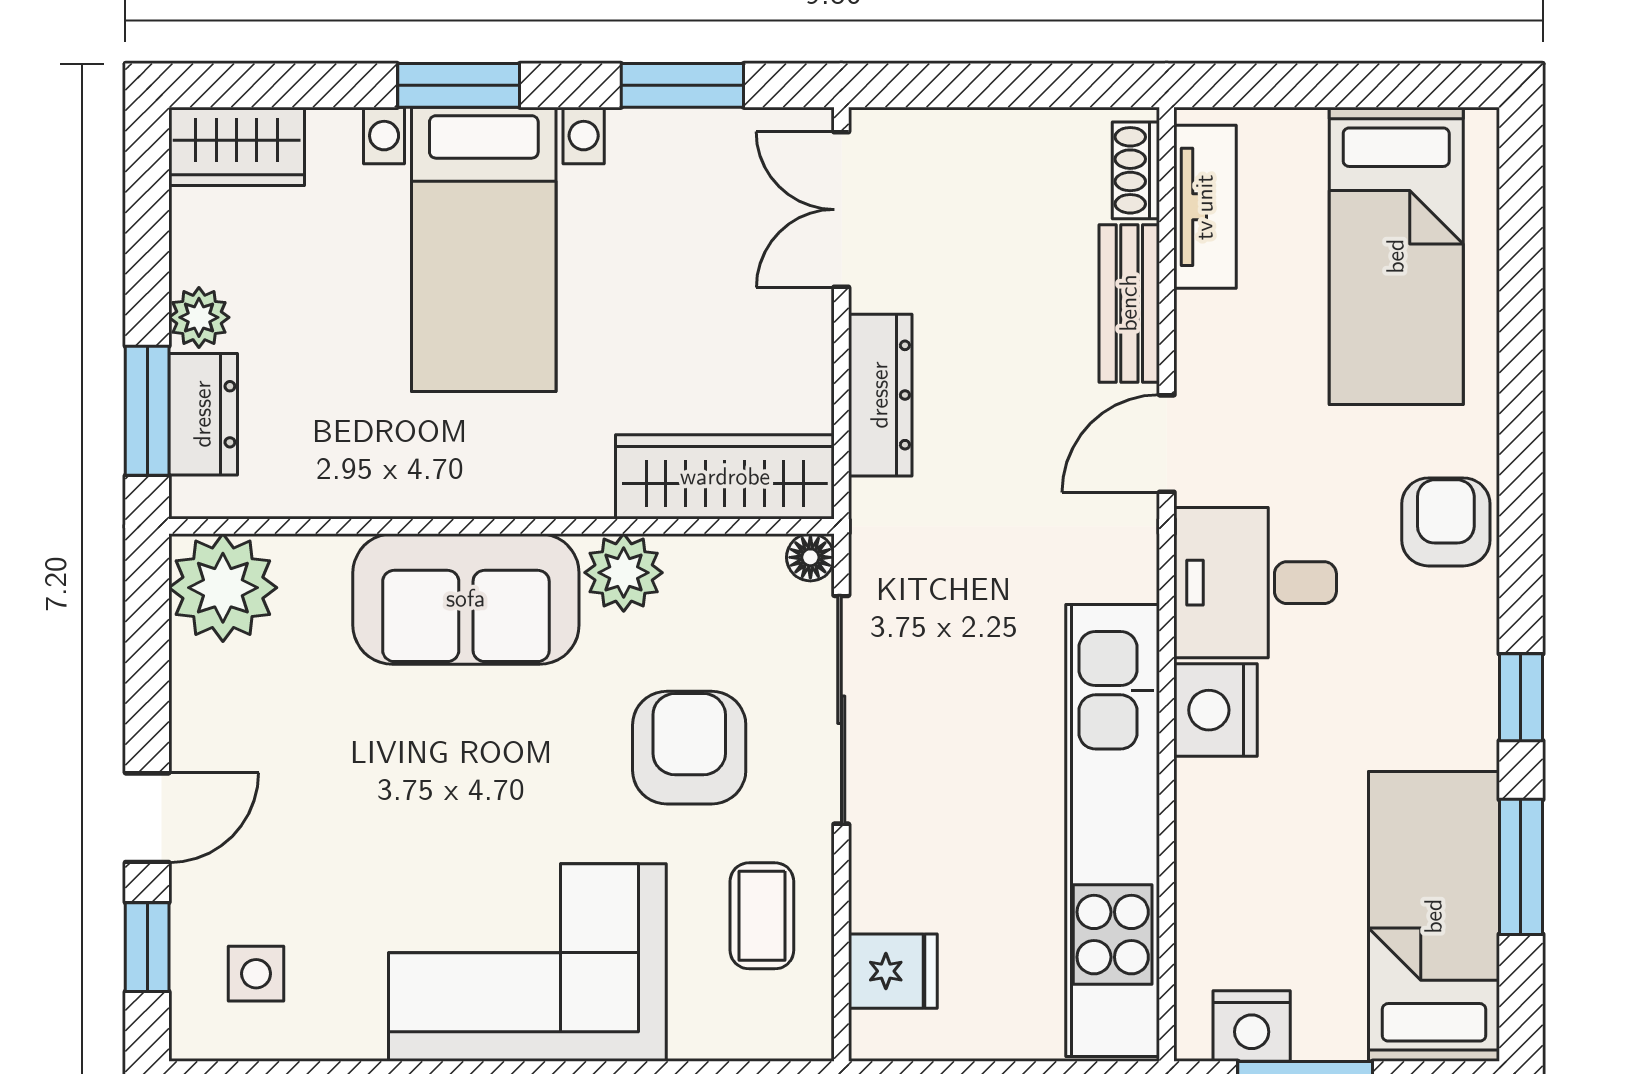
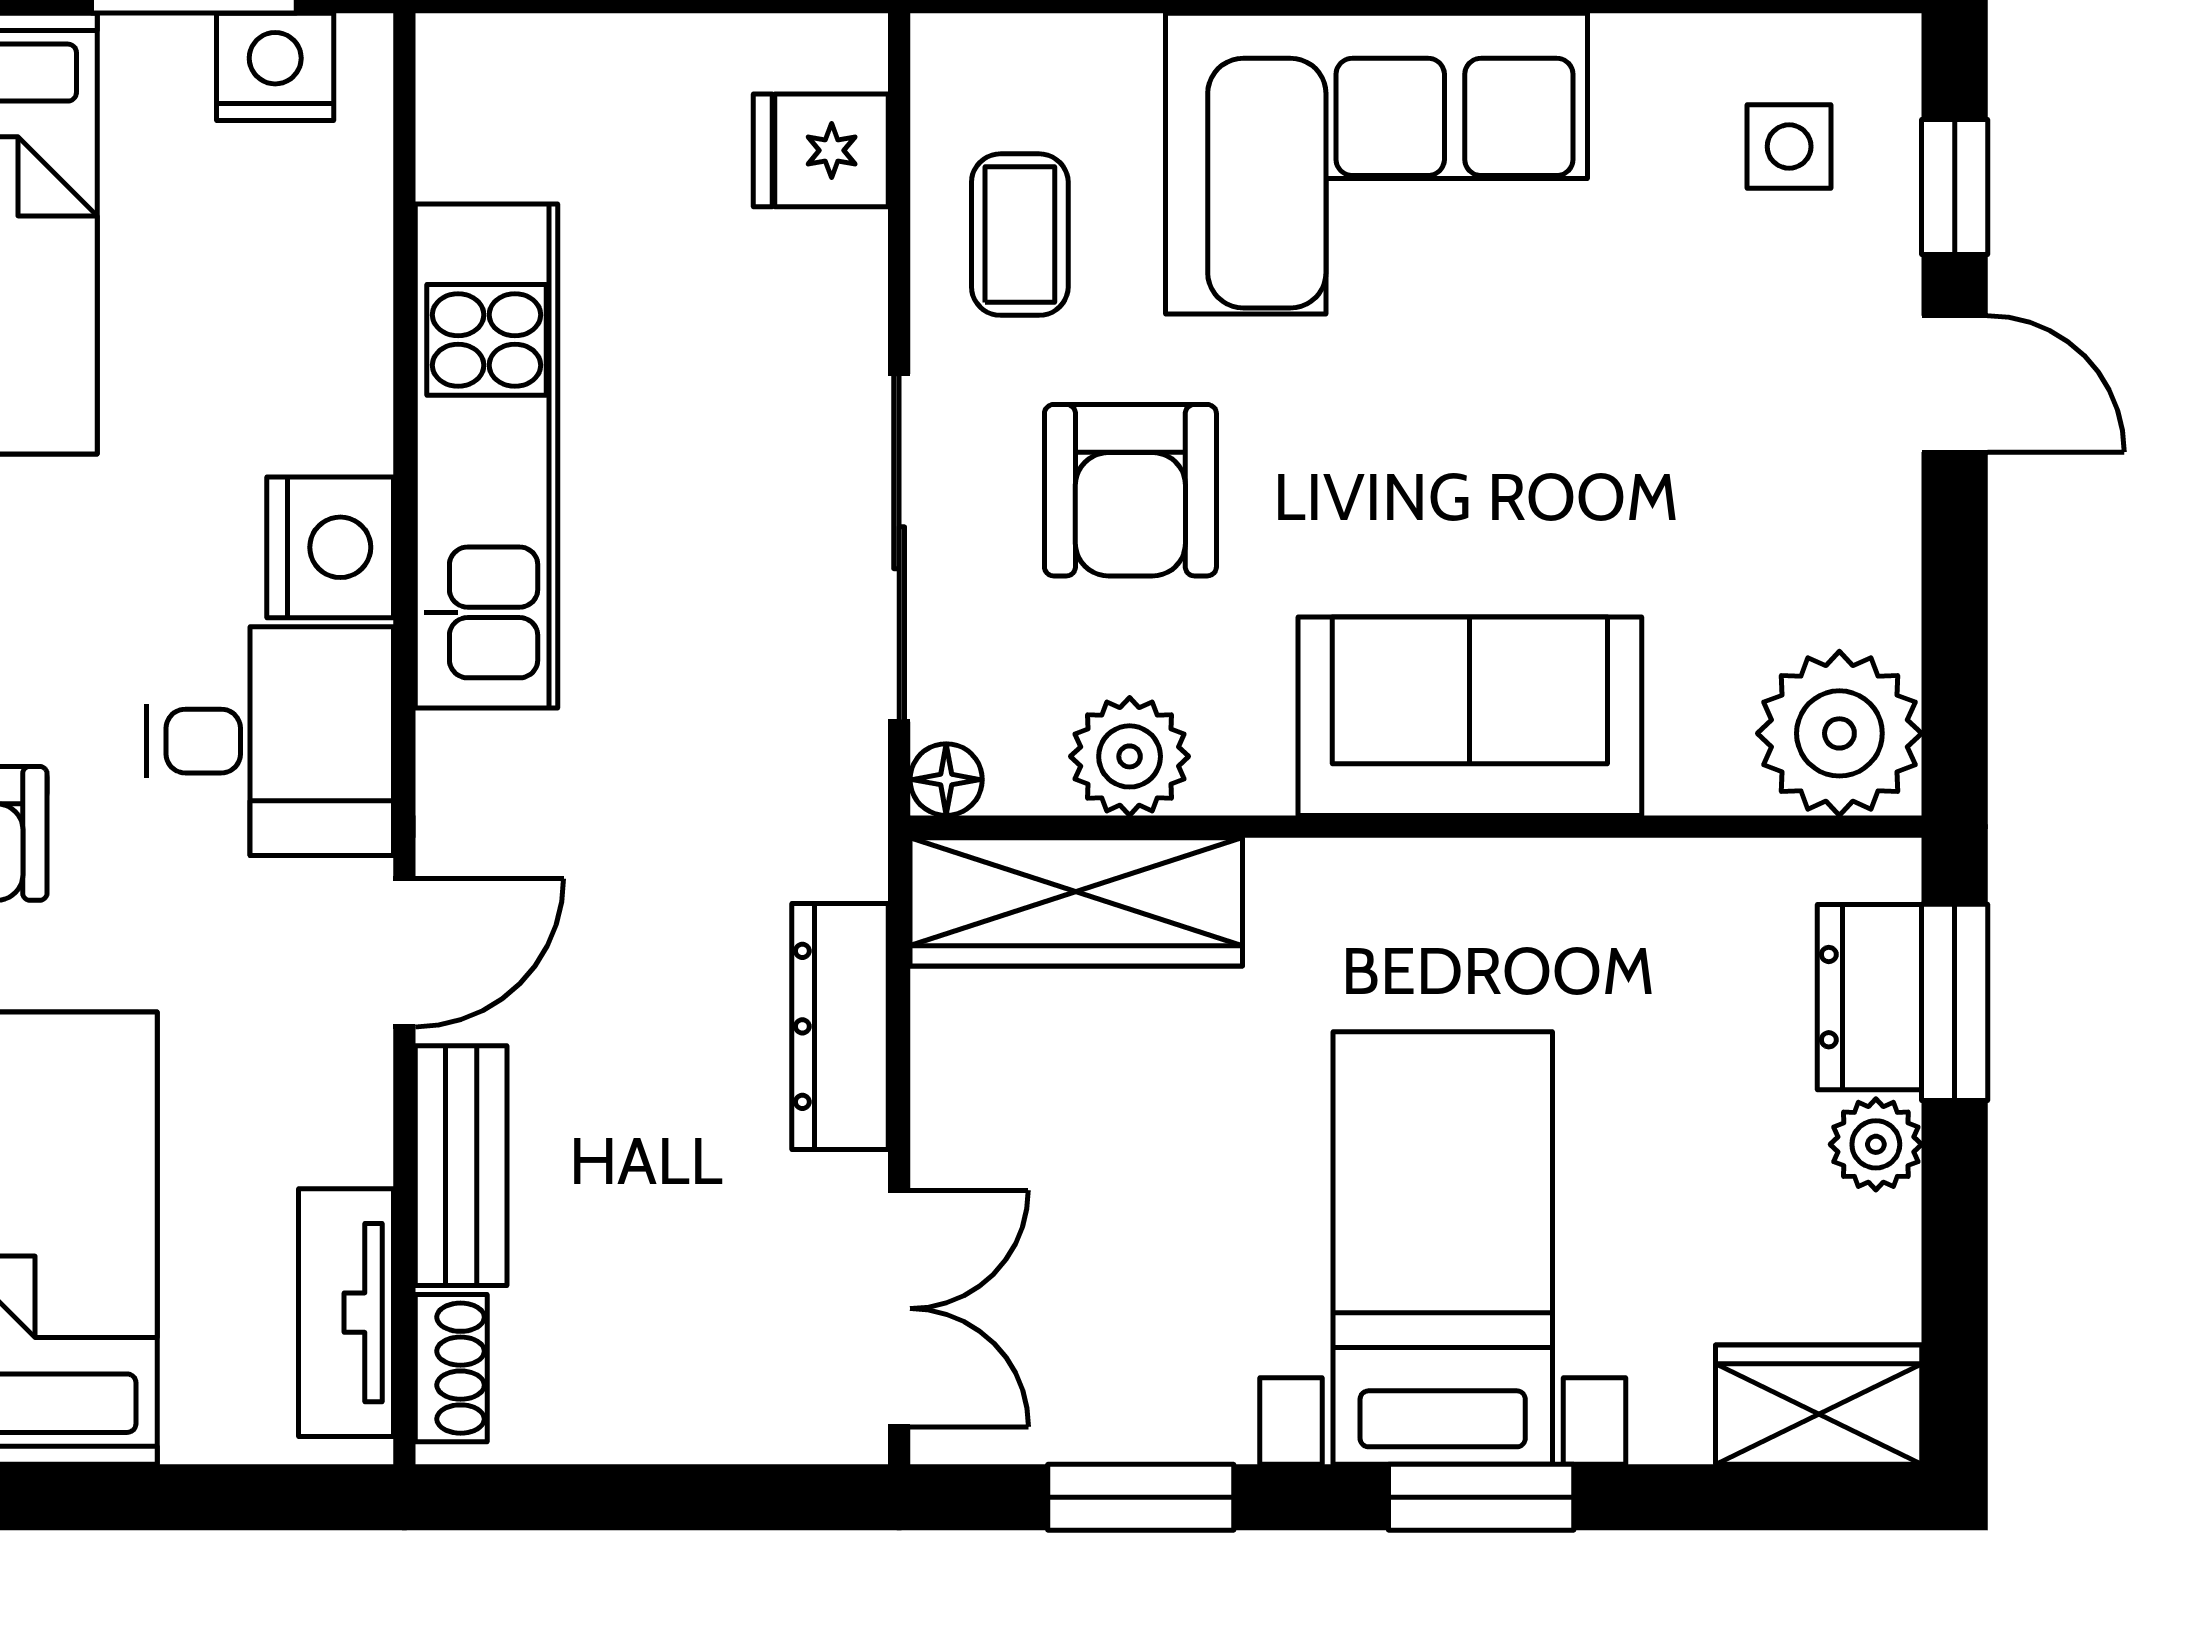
plant: (624, 573) -> (1130, 756), moved
door: (147, 818) -> (1955, 384), swing flipped
kitchen unit: (1113, 830) -> (486, 456), width x0.73

